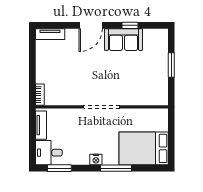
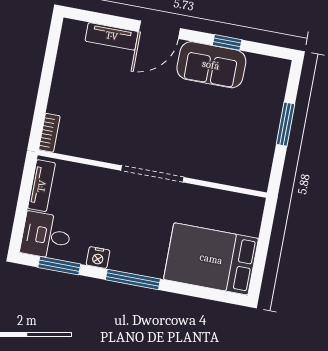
tv unit: (50, 34) -> (112, 36), moved
nightstand: (96, 160) -> (98, 258), moved
window: (116, 168) -> (133, 279), moved

